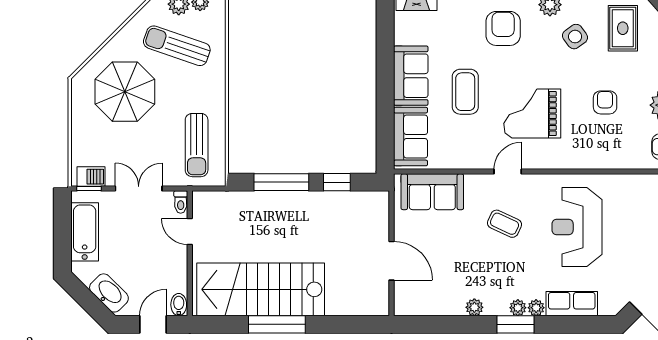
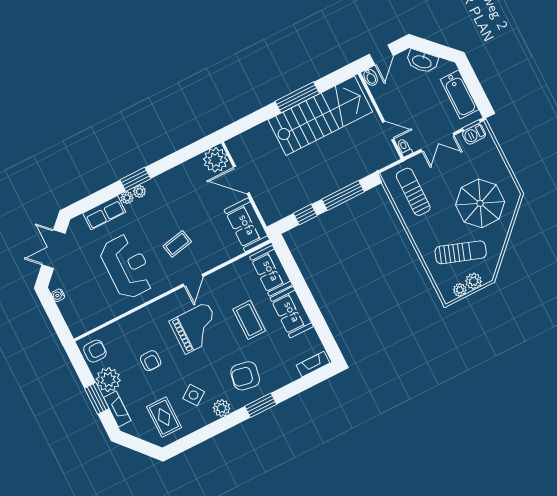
armchair: (503, 28) -> (245, 376), turned 101
sofa: (432, 192) -> (247, 225), moved, turned -90
coffee table: (505, 224) -> (177, 244), turned -37
plant: (474, 307) -> (215, 160), moved, width x1.87, depth x1.87

